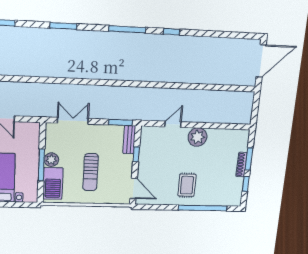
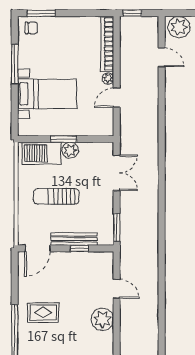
bench: (129, 140) -> (74, 239), moved, width x1.36
window: (41, 165) -> (63, 139), width x0.69

